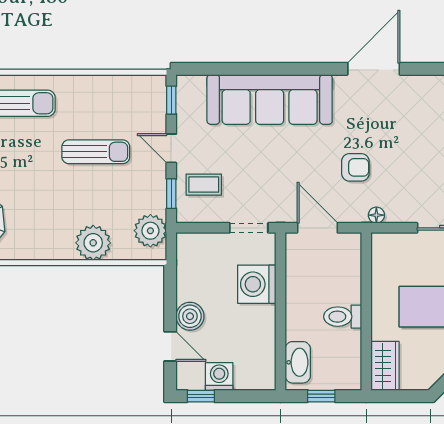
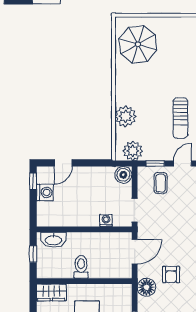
floor lamp: (376, 215) -> (147, 287), width x1.89, depth x1.89
washing machine: (257, 284) -> (106, 220), width x0.53, depth x0.53
boiler: (190, 316) -> (123, 175), moved

